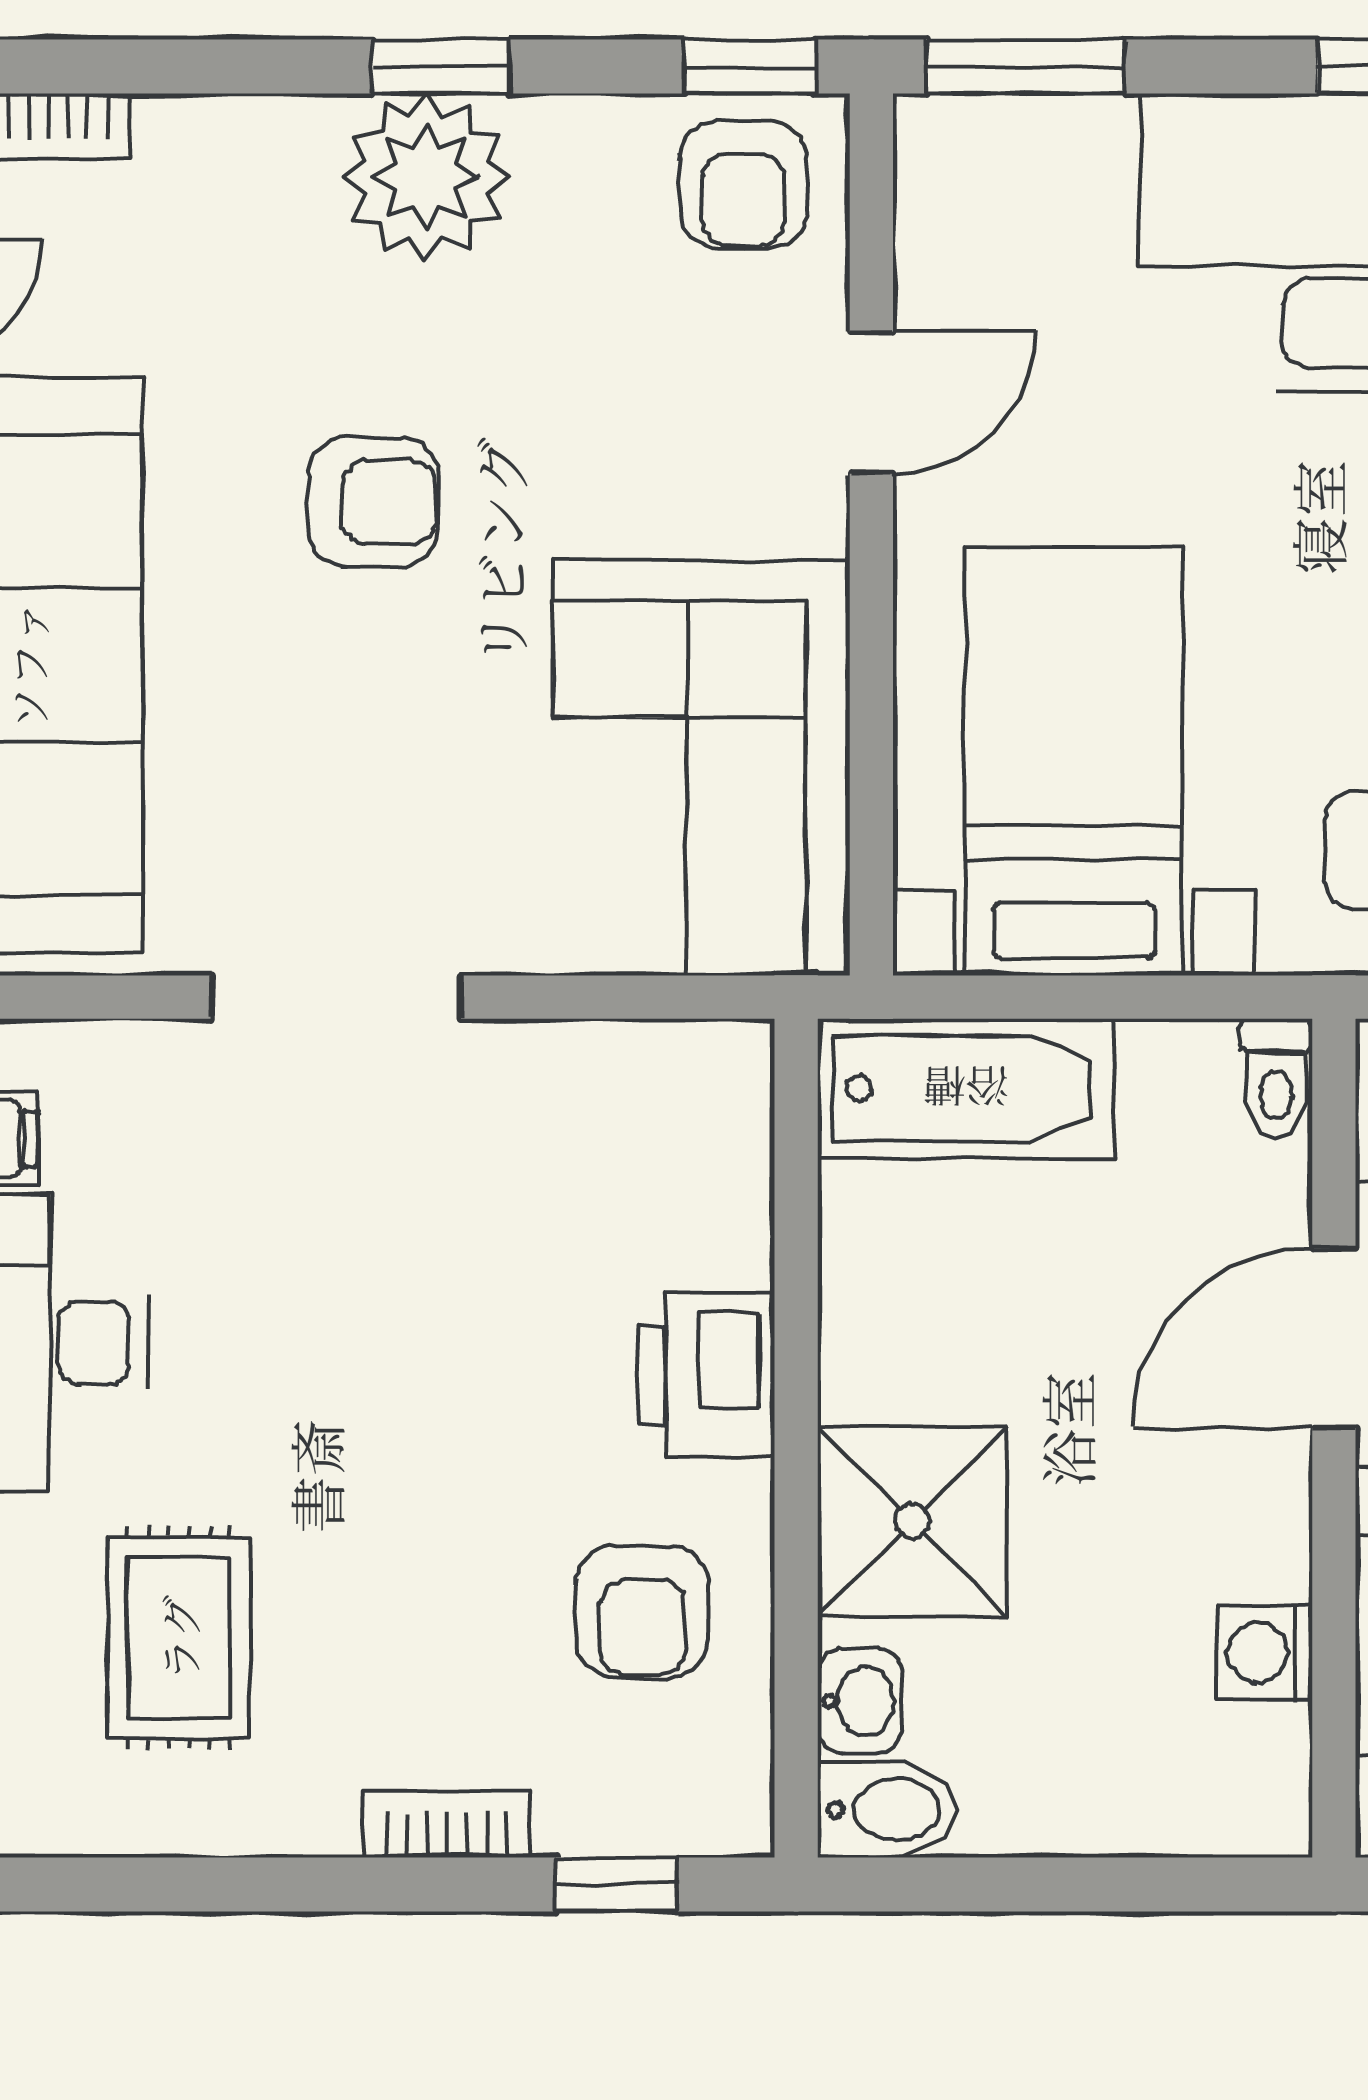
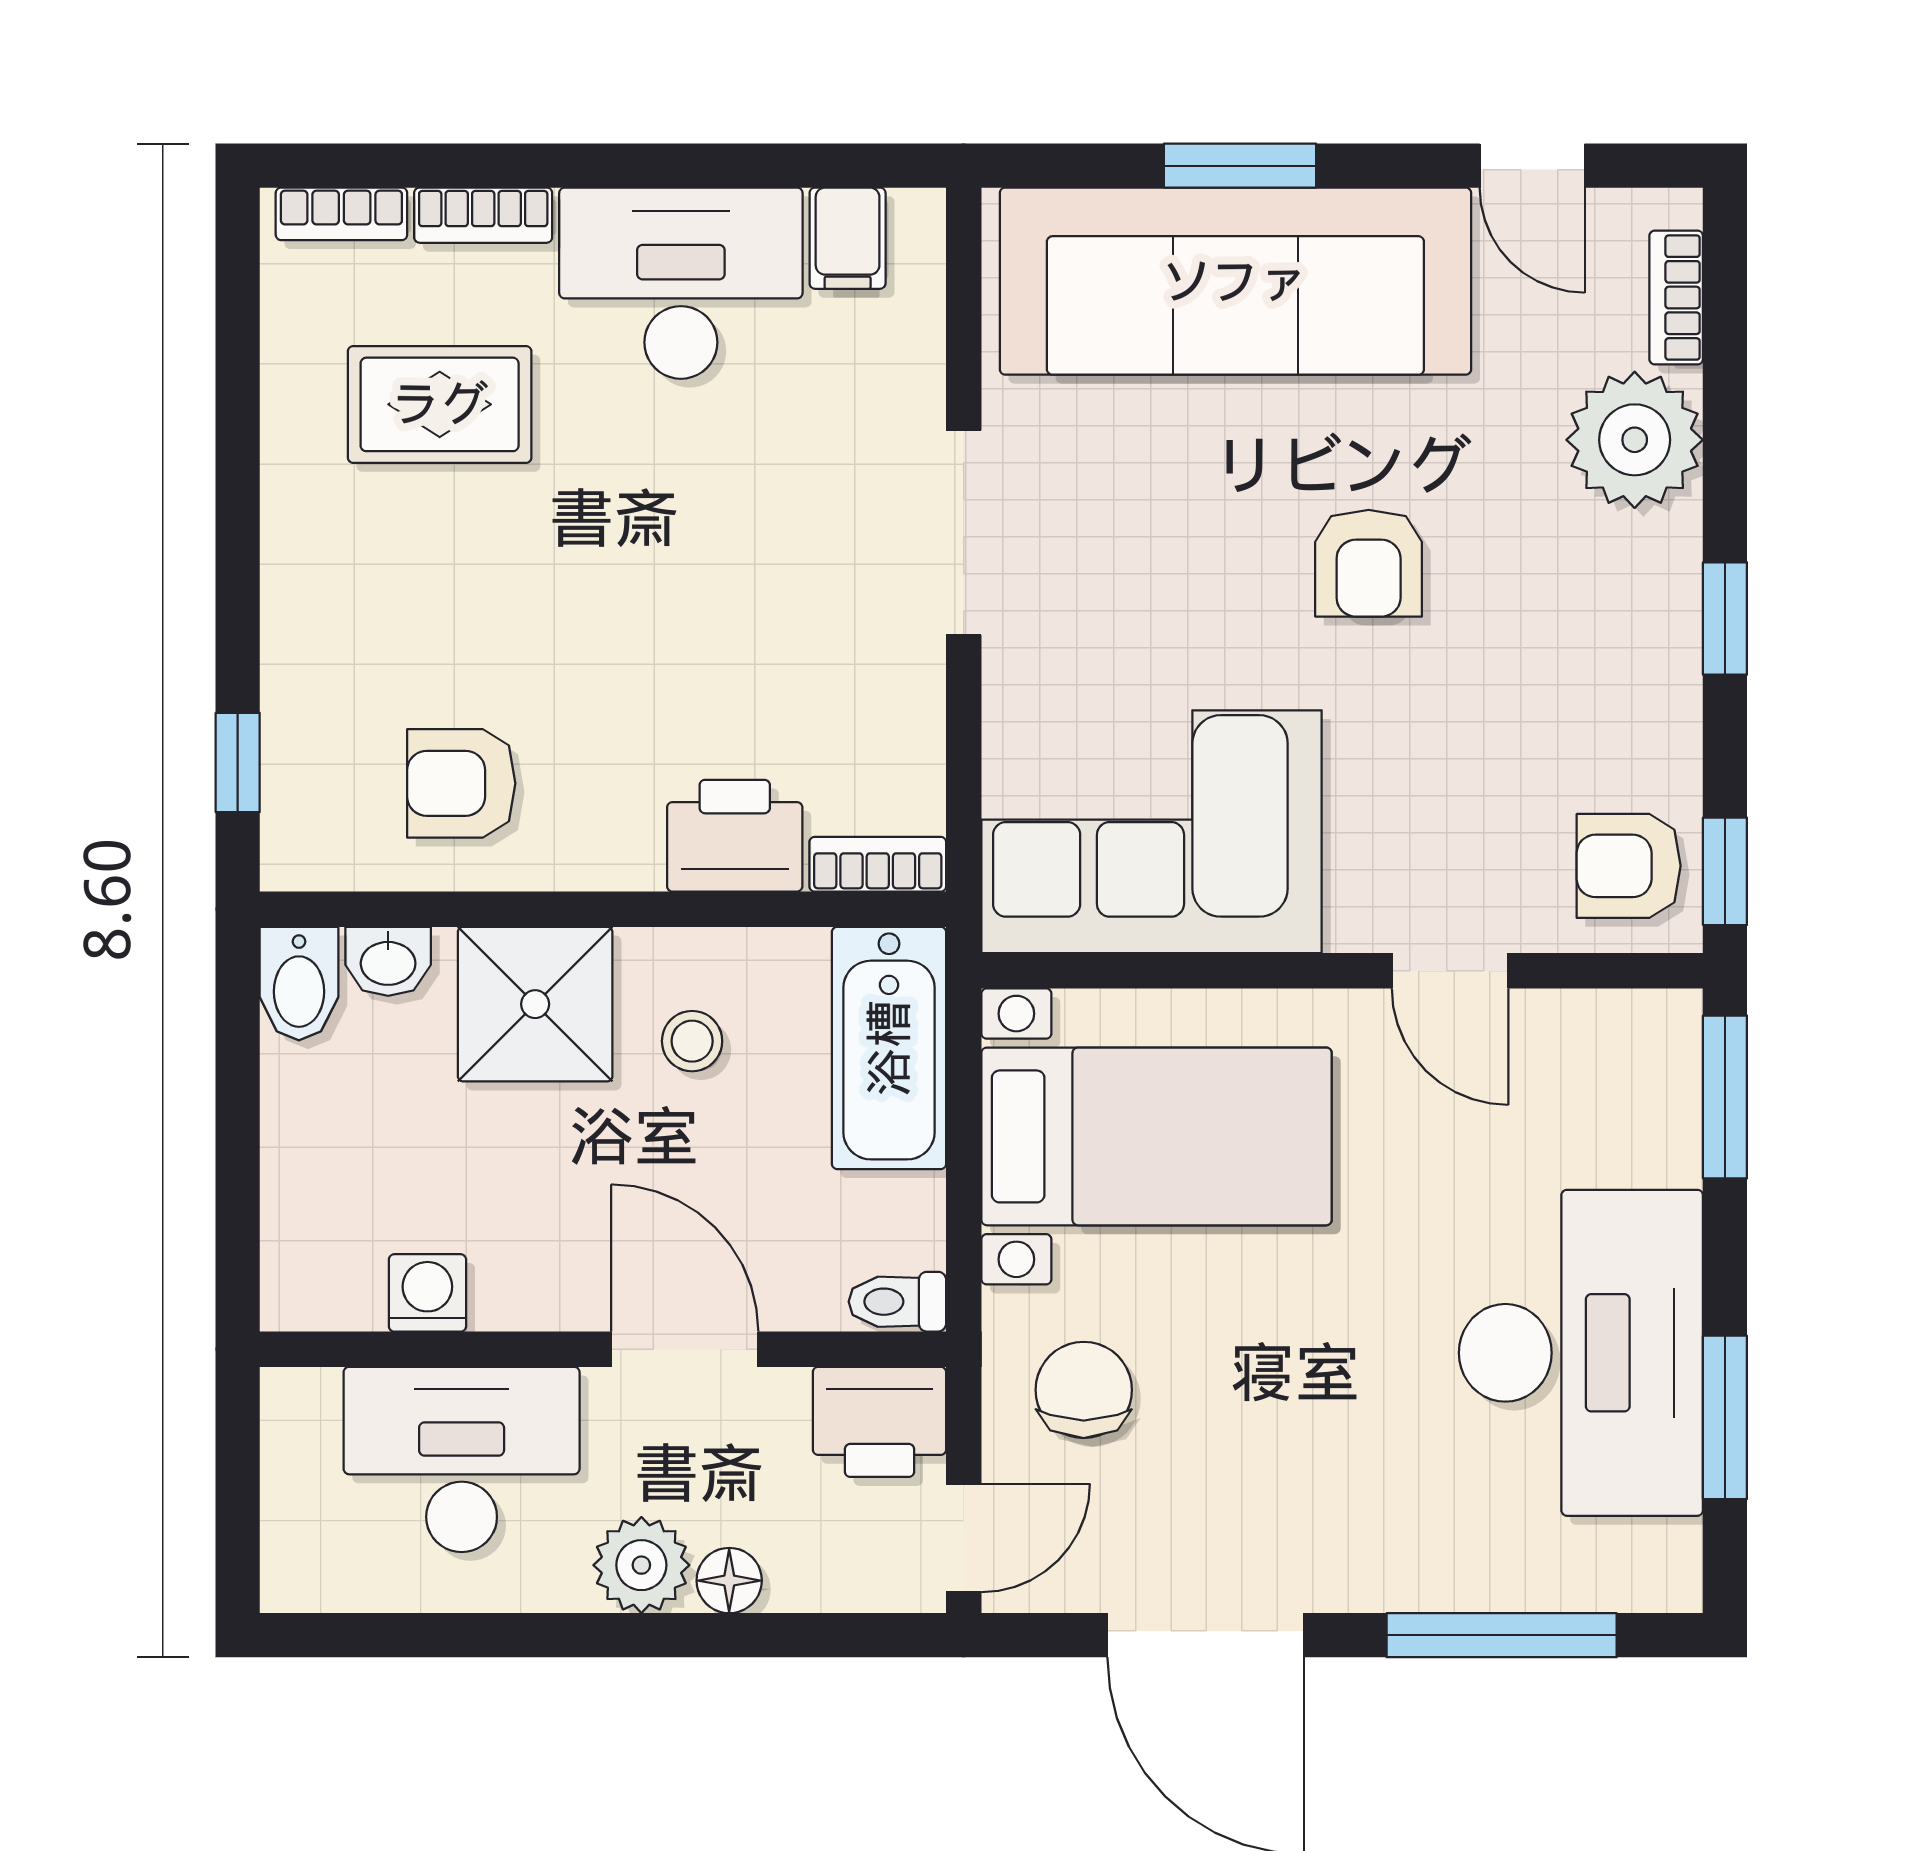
plant: (426, 177) -> (1635, 440), moved
stool: (957, 1329) -> (692, 1041), added
printer: (706, 1375) -> (735, 836), moved
bookcase: (447, 1824) -> (878, 864), moved, turned -90

